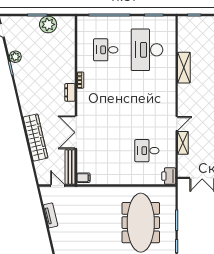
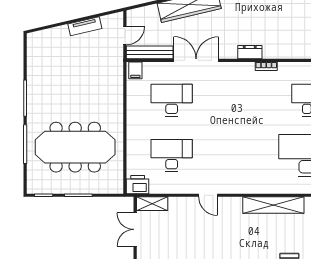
shelving: (184, 68) -> (273, 205), width x1.47
shelving: (183, 143) -> (152, 204), moved
desk: (106, 151) -> (172, 100), added
desk: (147, 151) -> (172, 155), width x1.37

